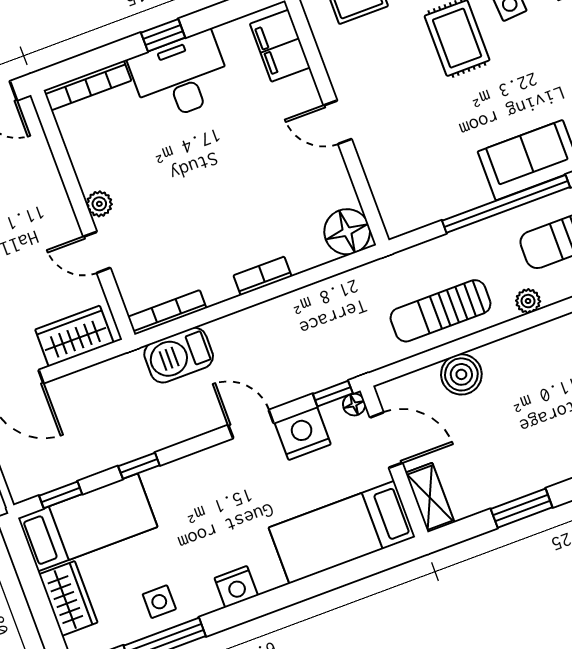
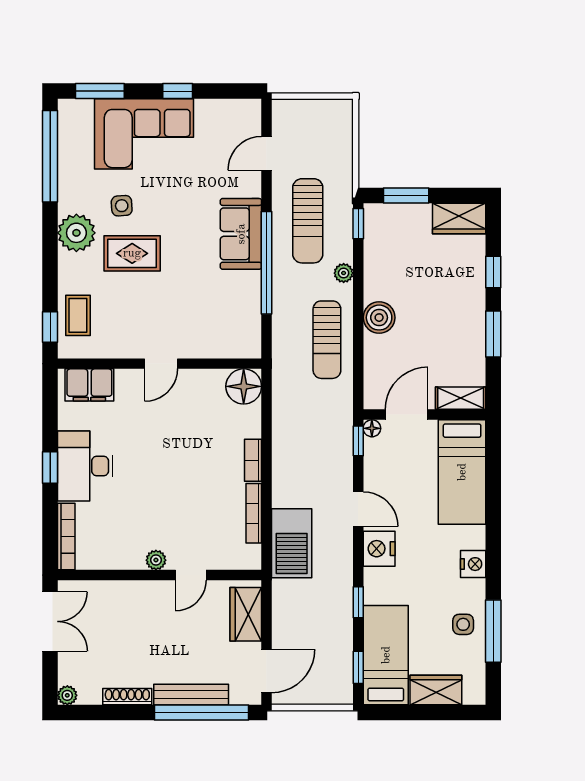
bookcase: (167, 312) -> (254, 513), moved
barbecue: (179, 355) -> (292, 543), width x1.37, depth x1.21
boiler: (461, 374) -> (379, 318), moved
door: (251, 424) -> (358, 509), swing flipped
nightstand: (303, 433) -> (379, 549), moved

